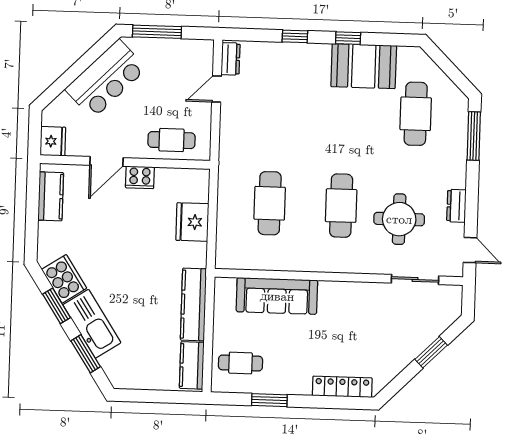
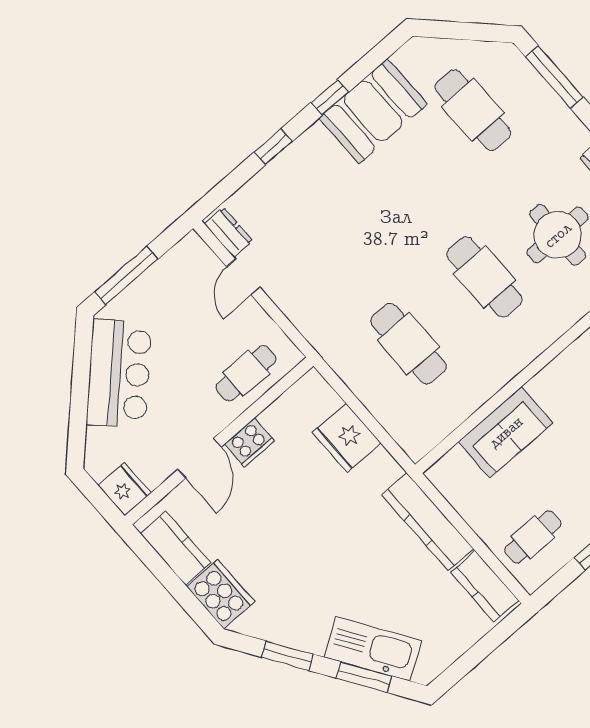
cooker: (64, 279) -> (221, 594), moved, turned 33
sofa: (277, 296) -> (506, 432), width x0.73
kitchen sink: (92, 324) -> (373, 649), moved

